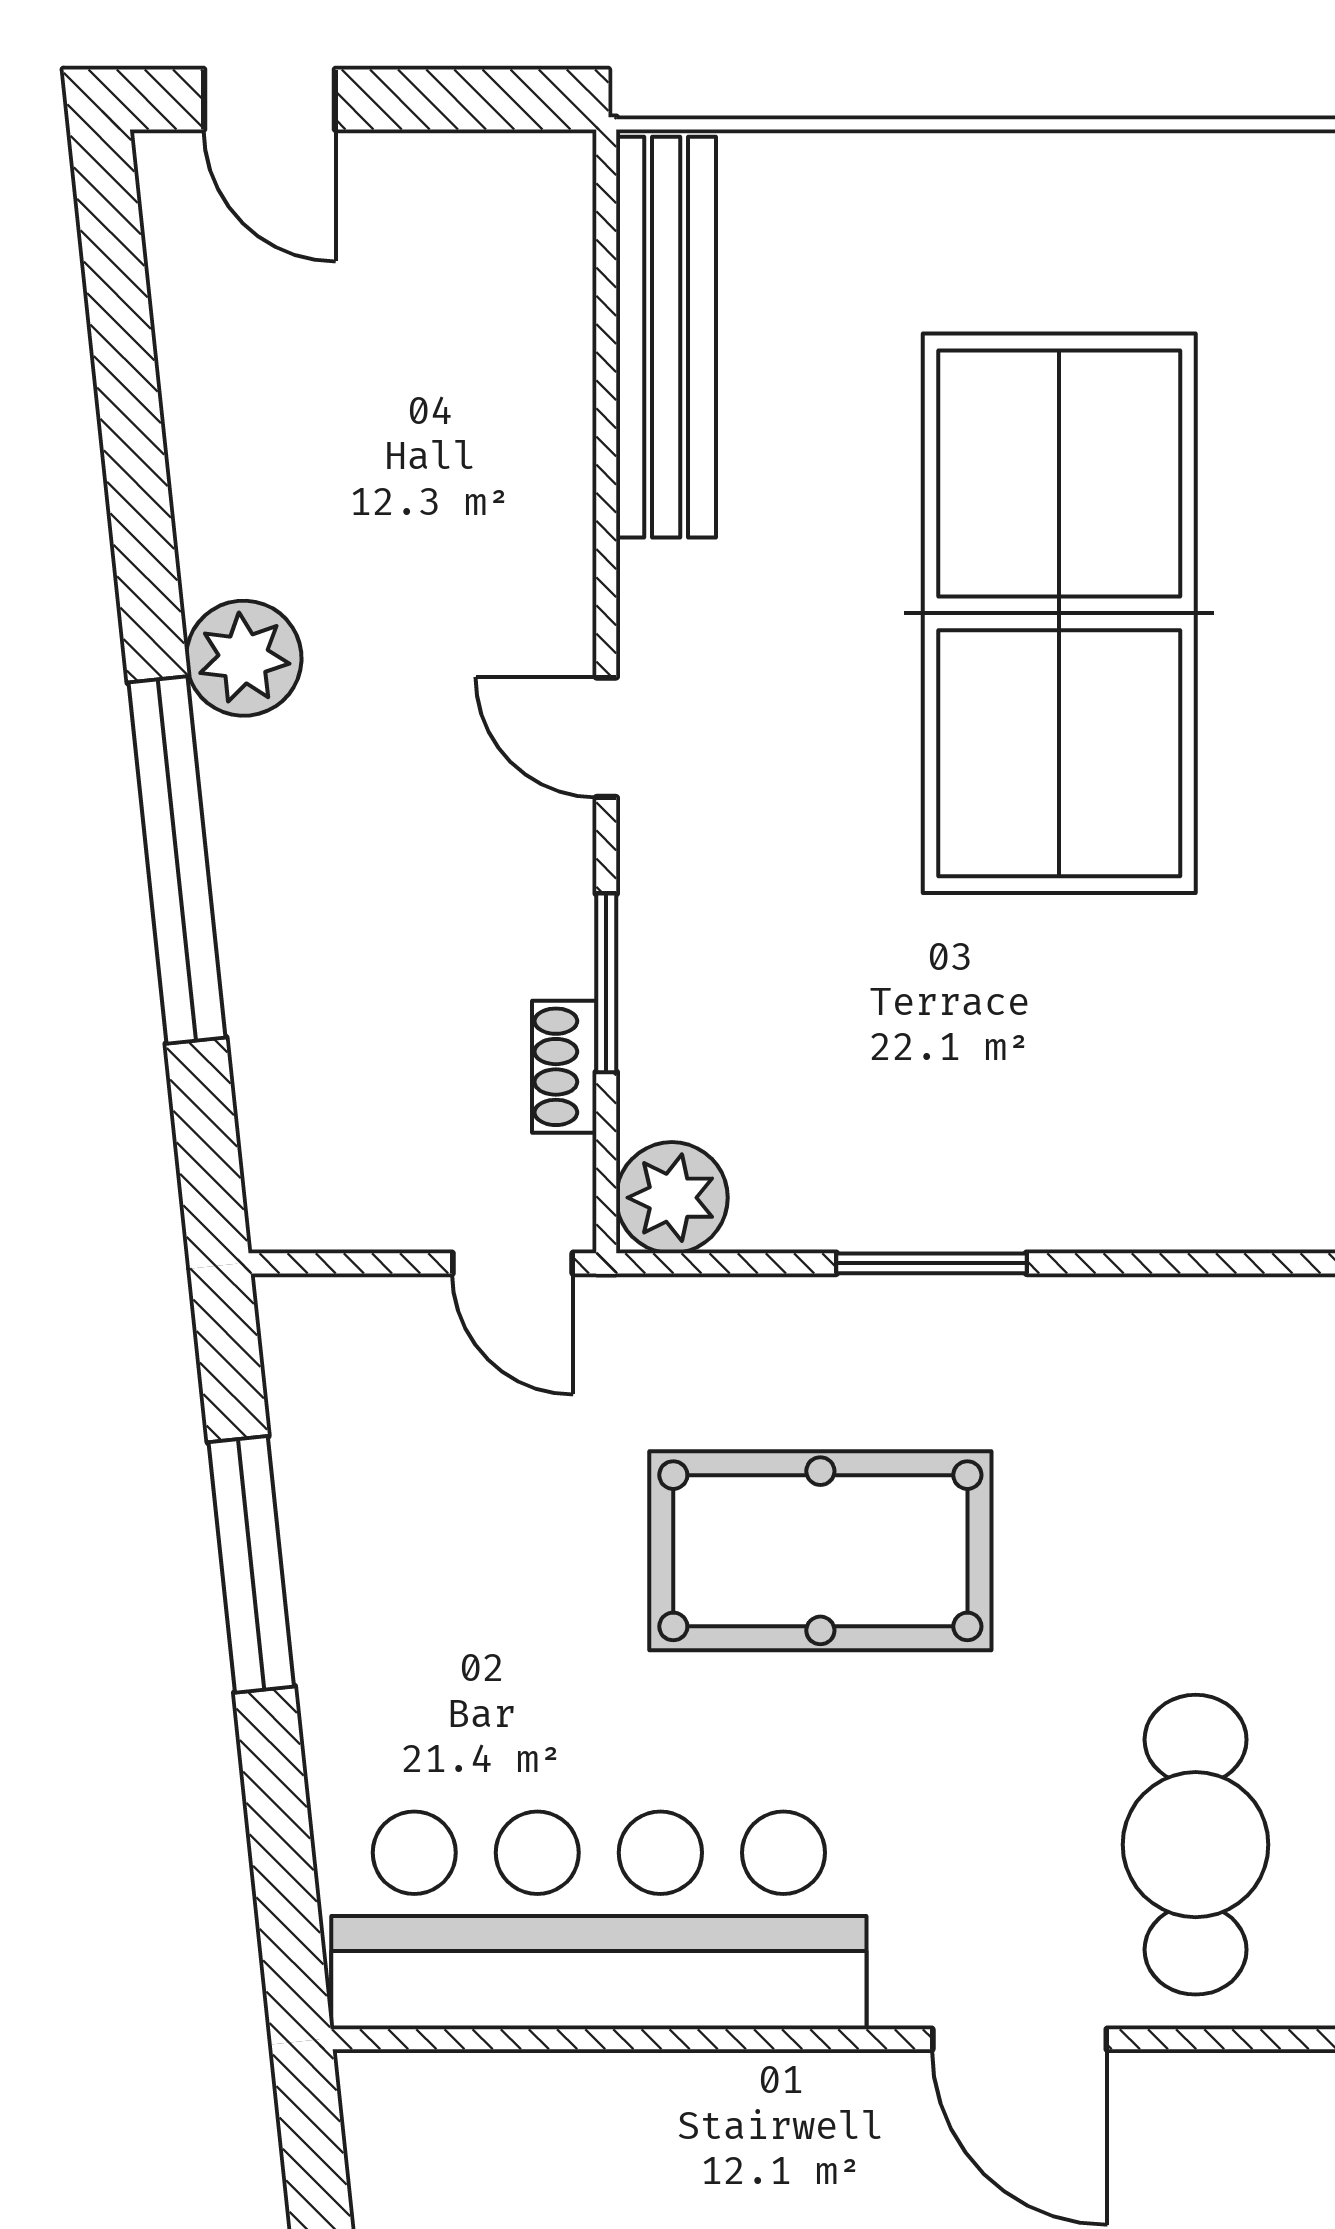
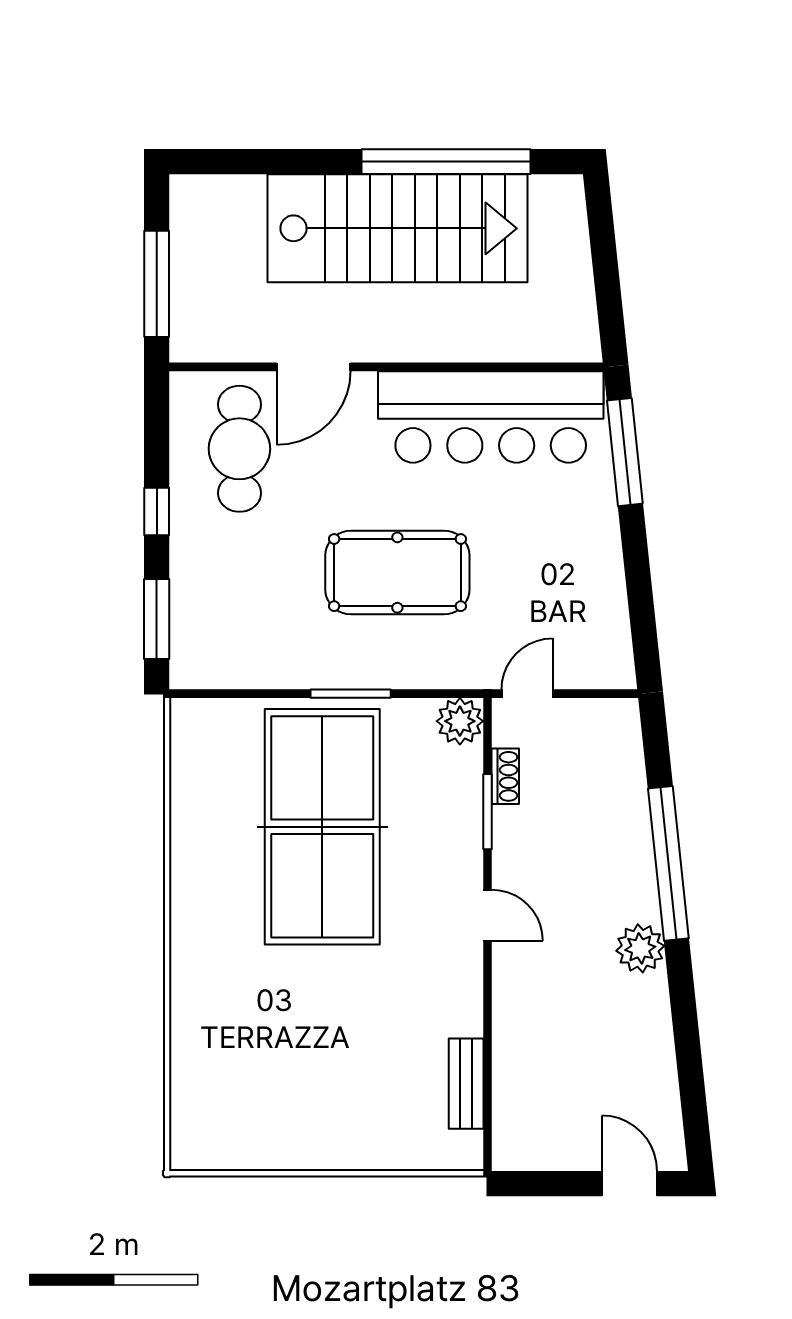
bench: (666, 337) -> (466, 1084), width x0.54, depth x0.82
table tennis table: (1059, 613) -> (322, 827), moved
door: (513, 1263) -> (527, 694), hinge flipped
window: (251, 1564) -> (625, 452), moved
door: (1020, 2039) -> (314, 367), swing flipped

